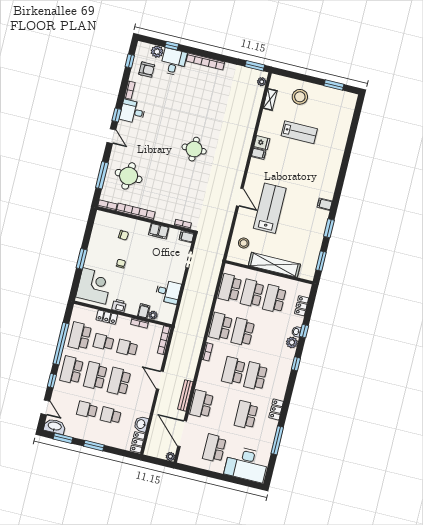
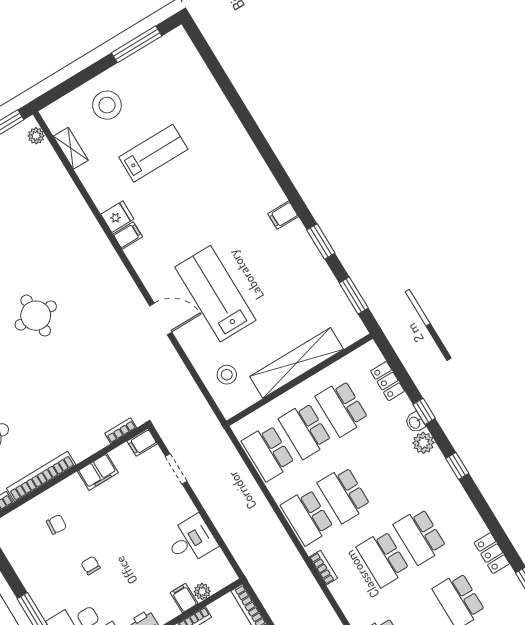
window: (334, 85) -> (137, 44), width x1.44

